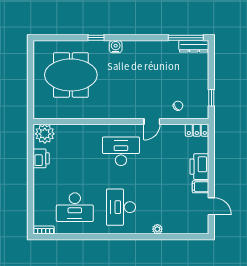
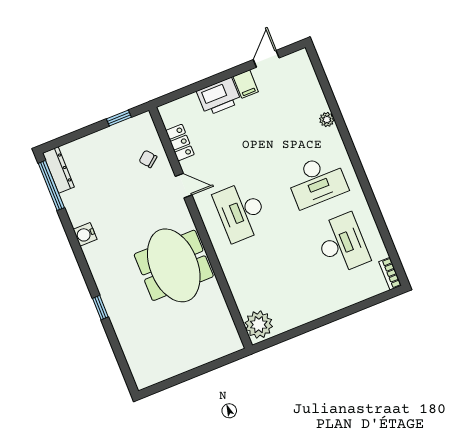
water cooler: (116, 47) -> (85, 234), moved
meeting table: (71, 75) -> (174, 265), moved
locker: (197, 130) -> (180, 143), moved
printer: (41, 158) -> (294, 316), removed

